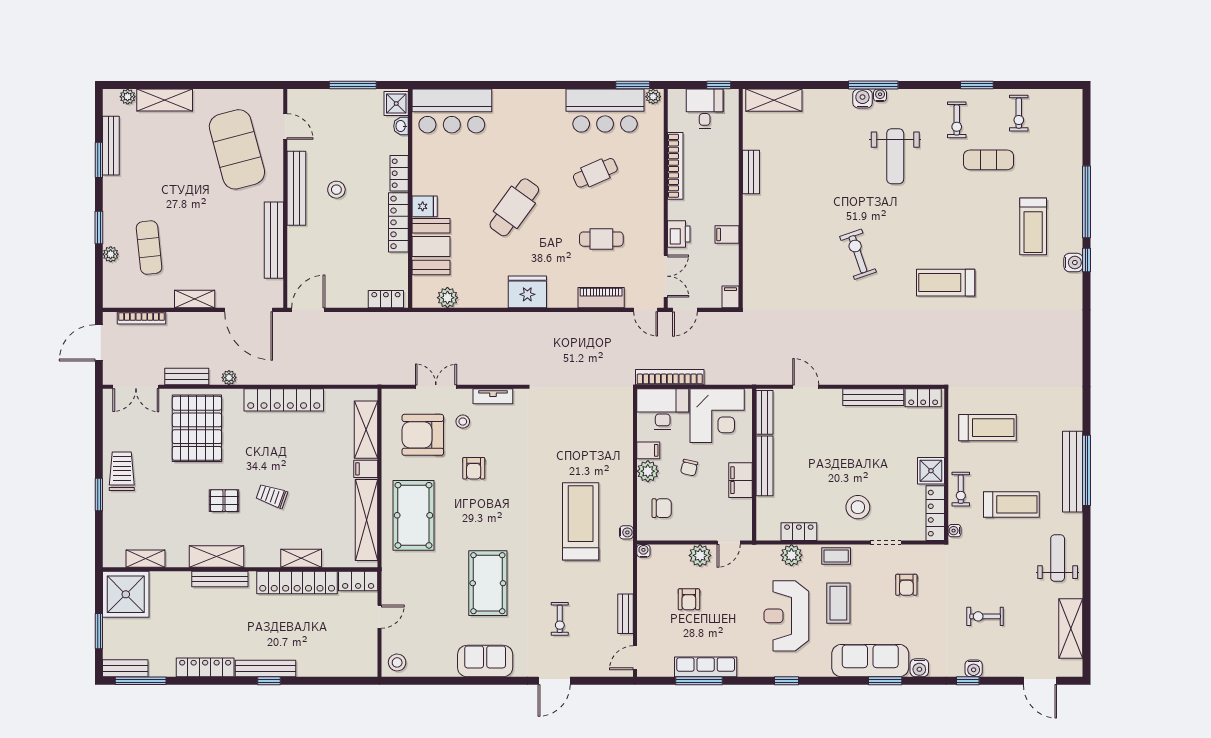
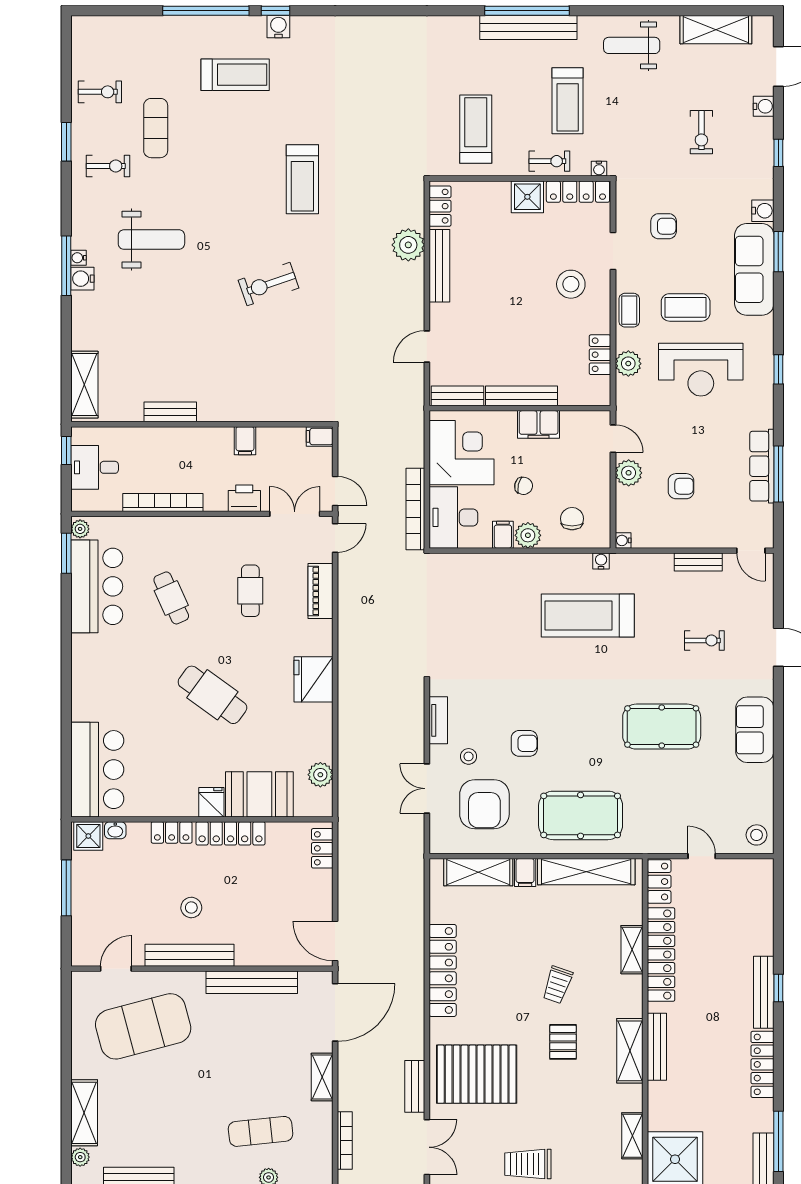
plant: (229, 378) -> (408, 245), moved, width x1.88, depth x1.88
treadmill: (1011, 504) -> (568, 101), turned 180
water cooler: (974, 668) -> (764, 106), moved

